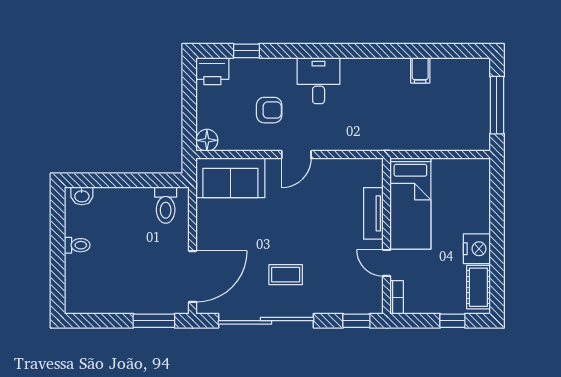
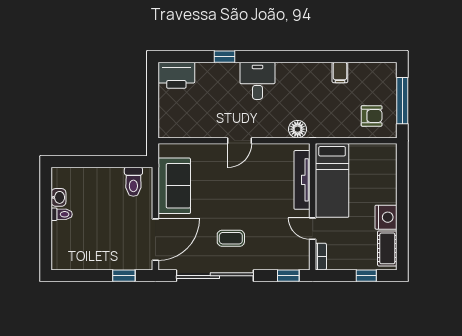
window: (246, 51) -> (225, 57), moved
printer: (212, 71) -> (176, 75), width x1.37, depth x1.19
armchair: (269, 110) -> (372, 116), moved
floor lamp: (207, 140) -> (298, 129), moved
sofa: (230, 178) -> (174, 186), moved, turned -90
washbasin: (82, 196) -> (59, 197), moved, turned -90
tv unit: (373, 213) -> (302, 180), width x1.41
window: (154, 321) -> (124, 276), width x0.67

